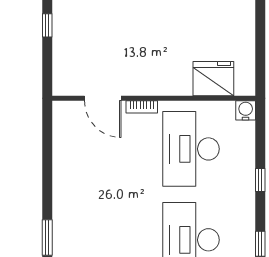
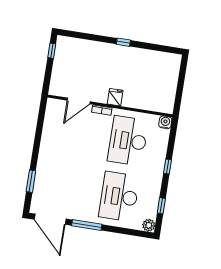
fridge: (213, 79) -> (115, 97), moved, width x0.53, depth x0.75
door: (103, 98) -> (79, 101), hinge flipped

